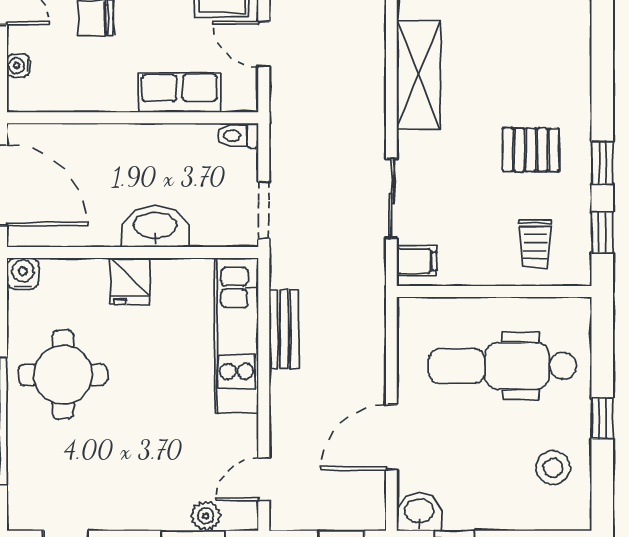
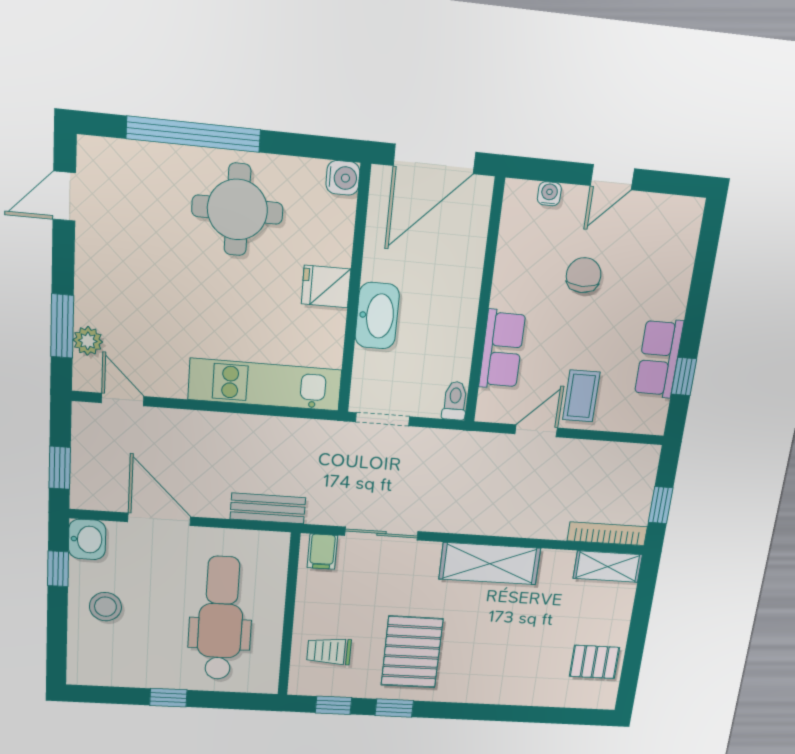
pallet: (531, 150) -> (412, 652), width x1.50, depth x1.42
bench: (284, 329) -> (268, 508), moved
stool: (553, 468) -> (105, 607), moved

